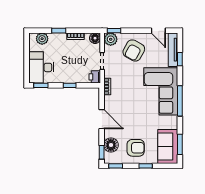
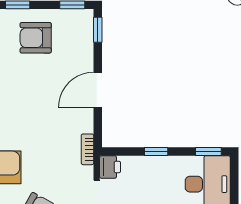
door: (102, 119) -> (98, 90), hinge flipped
floor lamp: (111, 145) -> (81, 43), removed

